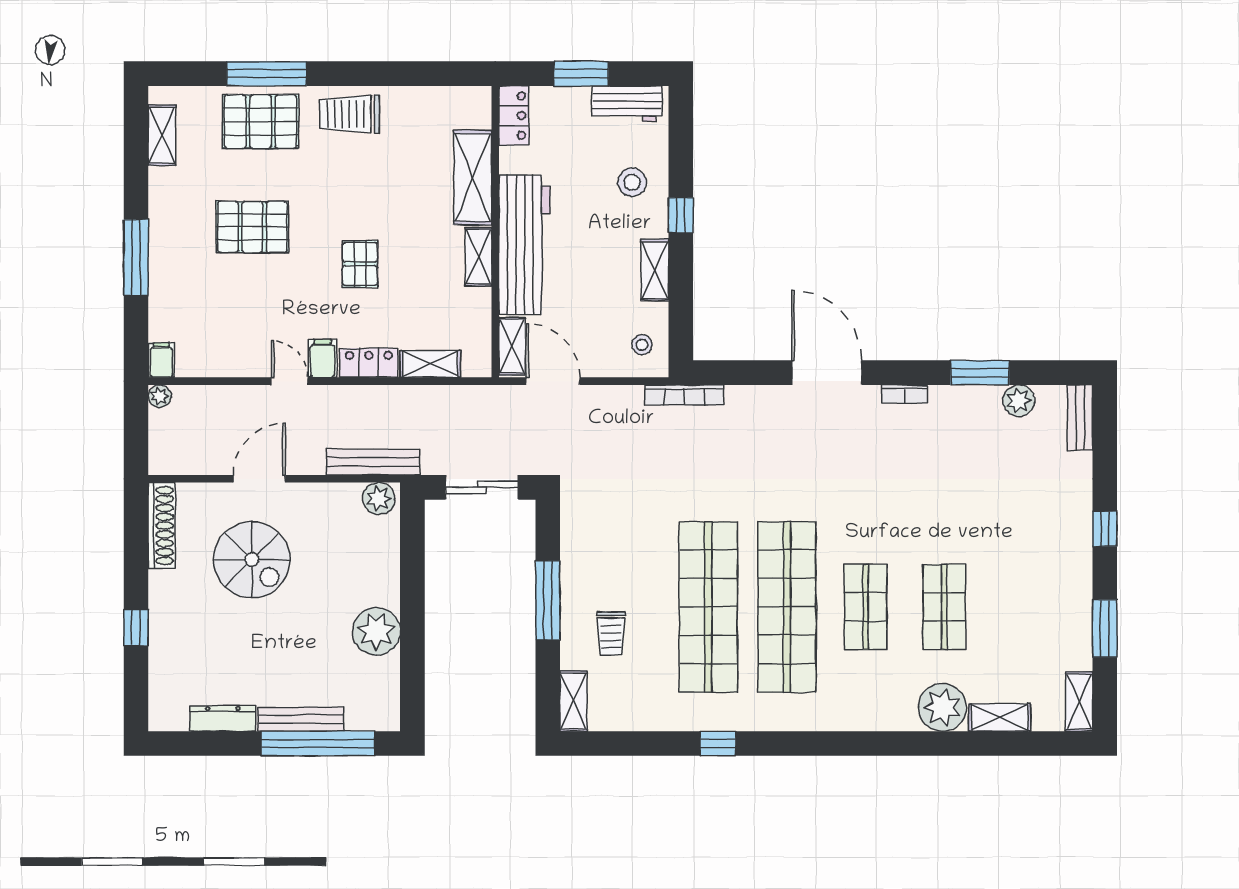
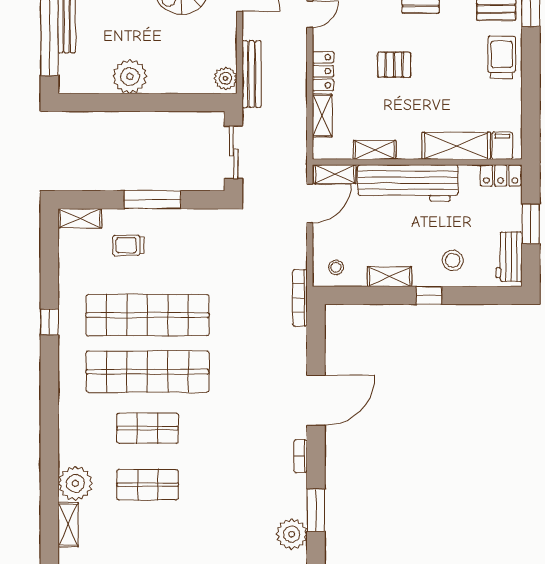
shelving: (478, 257) -> (374, 150), moved
filing cabinet: (323, 358) -> (502, 146), moved, turned -90
plant: (1019, 401) -> (292, 534), width x1.36, depth x1.36

